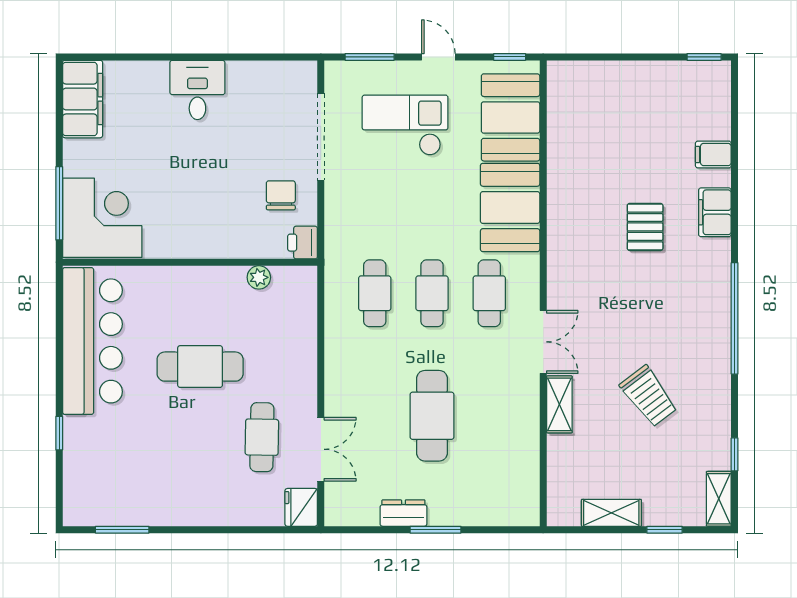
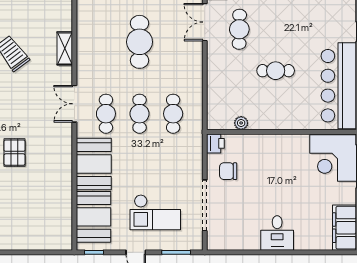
chair: (281, 195) -> (228, 171), turned 90
double door: (543, 342) -> (74, 104), moved
cafe table: (200, 367) -> (276, 71), width x0.73, depth x0.74

